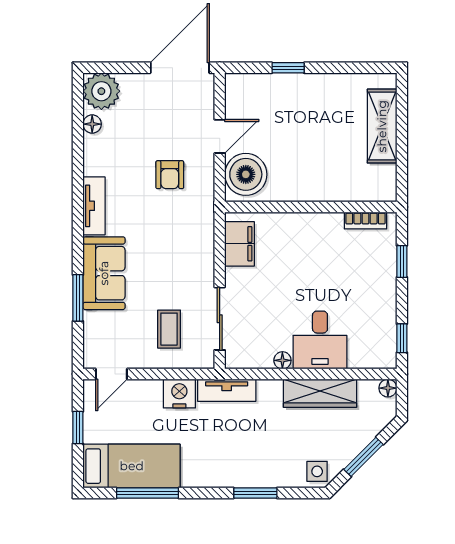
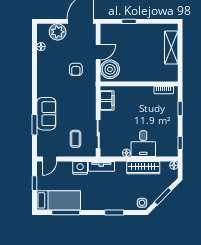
plant: (101, 91) -> (58, 32), moved
tv unit: (94, 206) -> (42, 83), removed

